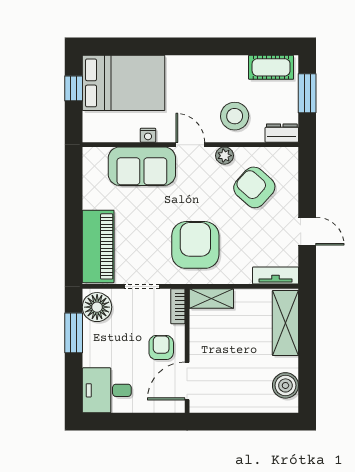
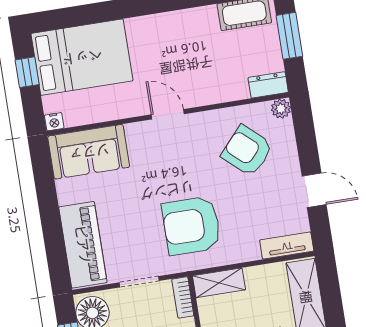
stool: (235, 116) -> (212, 74), removed
nightstand: (148, 135) -> (54, 122), moved
plant: (225, 156) -> (281, 109), moved
sofa: (142, 166) -> (89, 152), moved
armchair: (195, 245) -> (191, 226), turned -90

